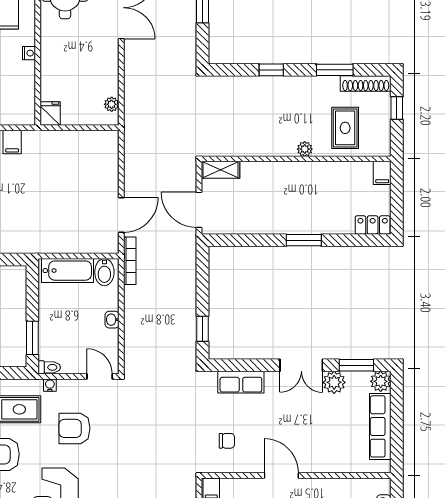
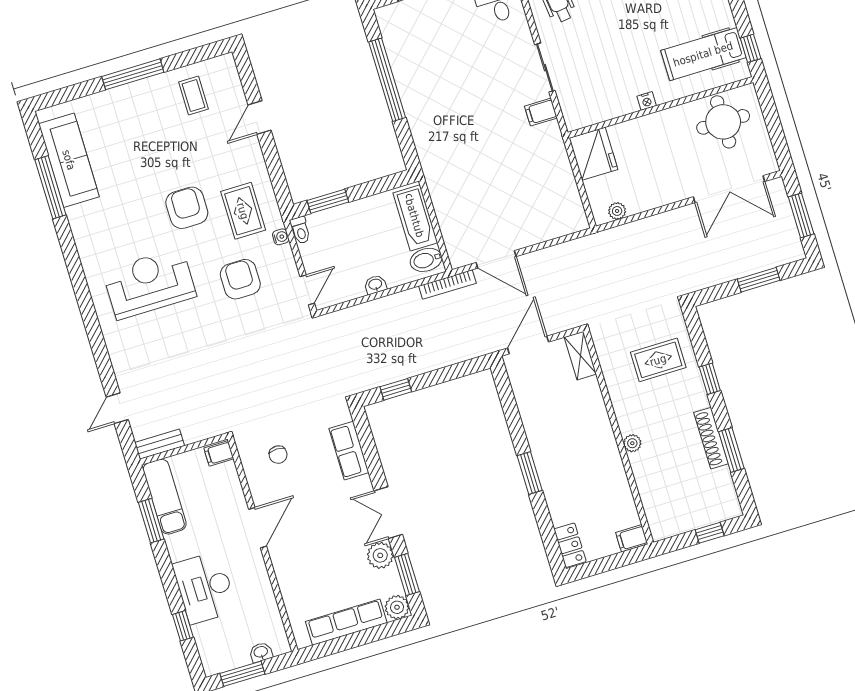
shoe rack: (366, 84) -> (711, 438), moved
fridge: (50, 114) -> (593, 154), width x1.88, depth x1.34
rug: (345, 128) -> (658, 360), moved

